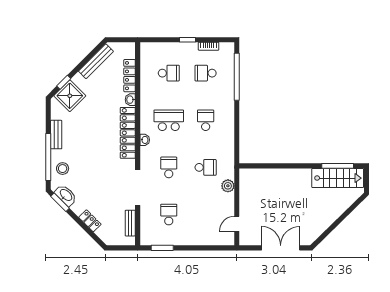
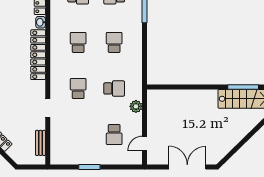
school desk: (169, 120) -> (78, 42), width x0.54
washbasin: (145, 140) -> (55, 62), removed
doorway: (138, 188) -> (48, 108), width x0.53
school desk: (169, 215) -> (114, 135), moved, turned 180
window: (162, 248) -> (89, 167), moved

